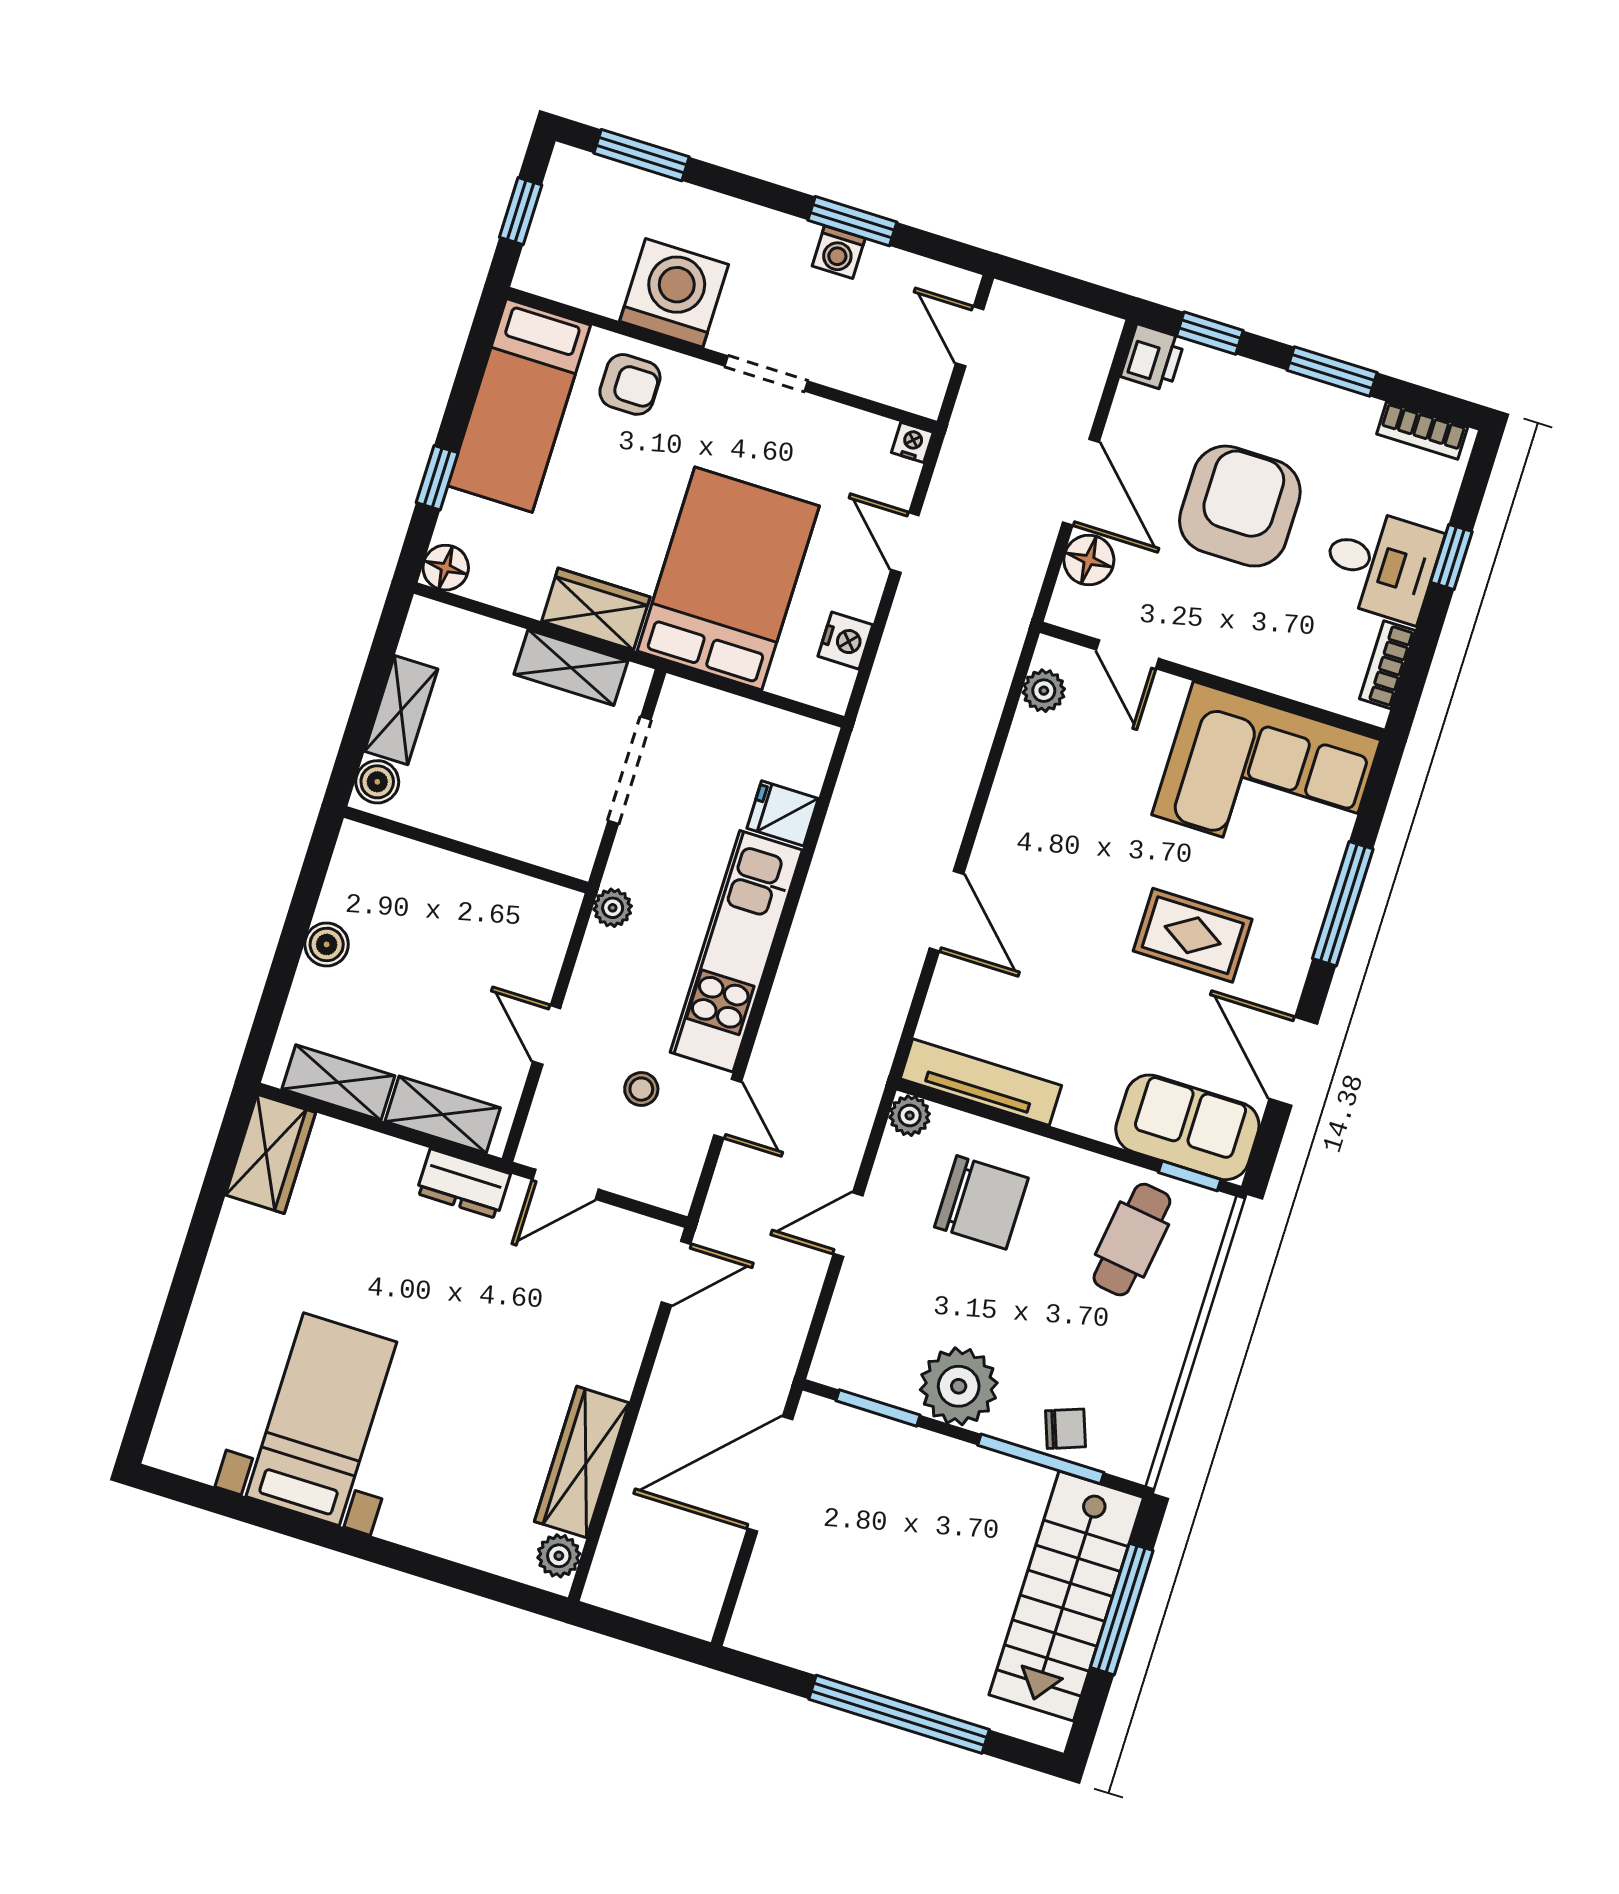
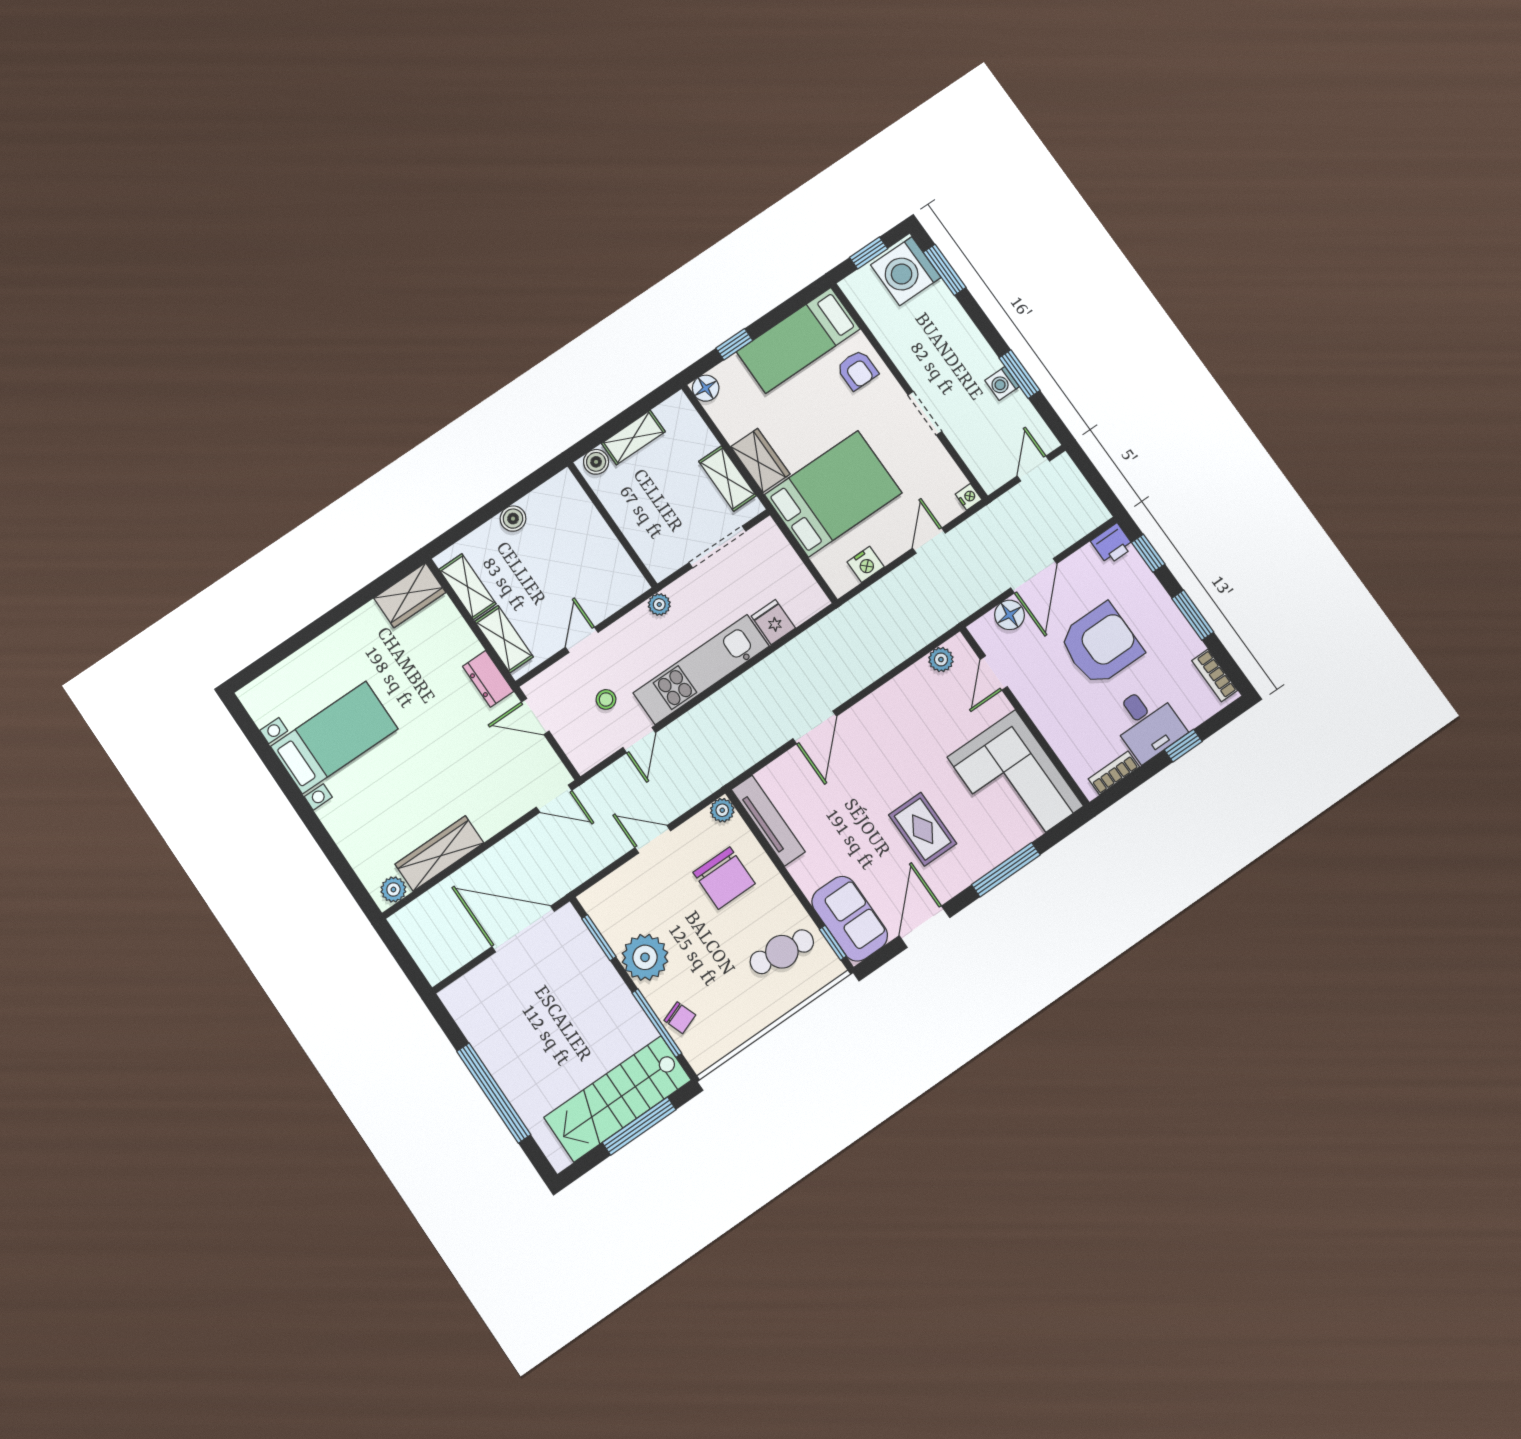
washing machine: (674, 293) -> (906, 271), moved, turned 180

